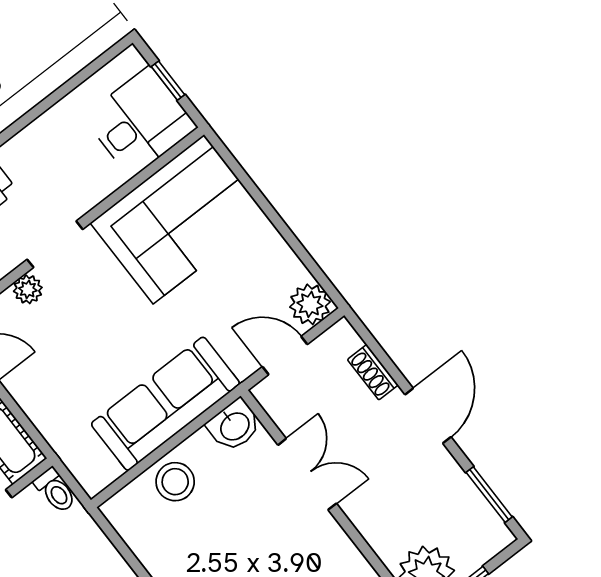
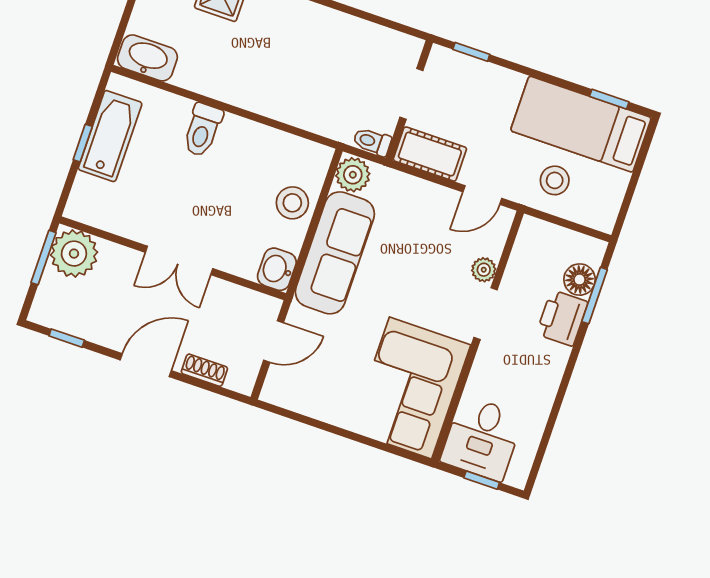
plant: (310, 304) -> (353, 175), moved
door: (428, 416) -> (146, 365), swing flipped
double door: (307, 474) -> (179, 260), moved
window: (489, 495) -> (67, 338), width x0.67

